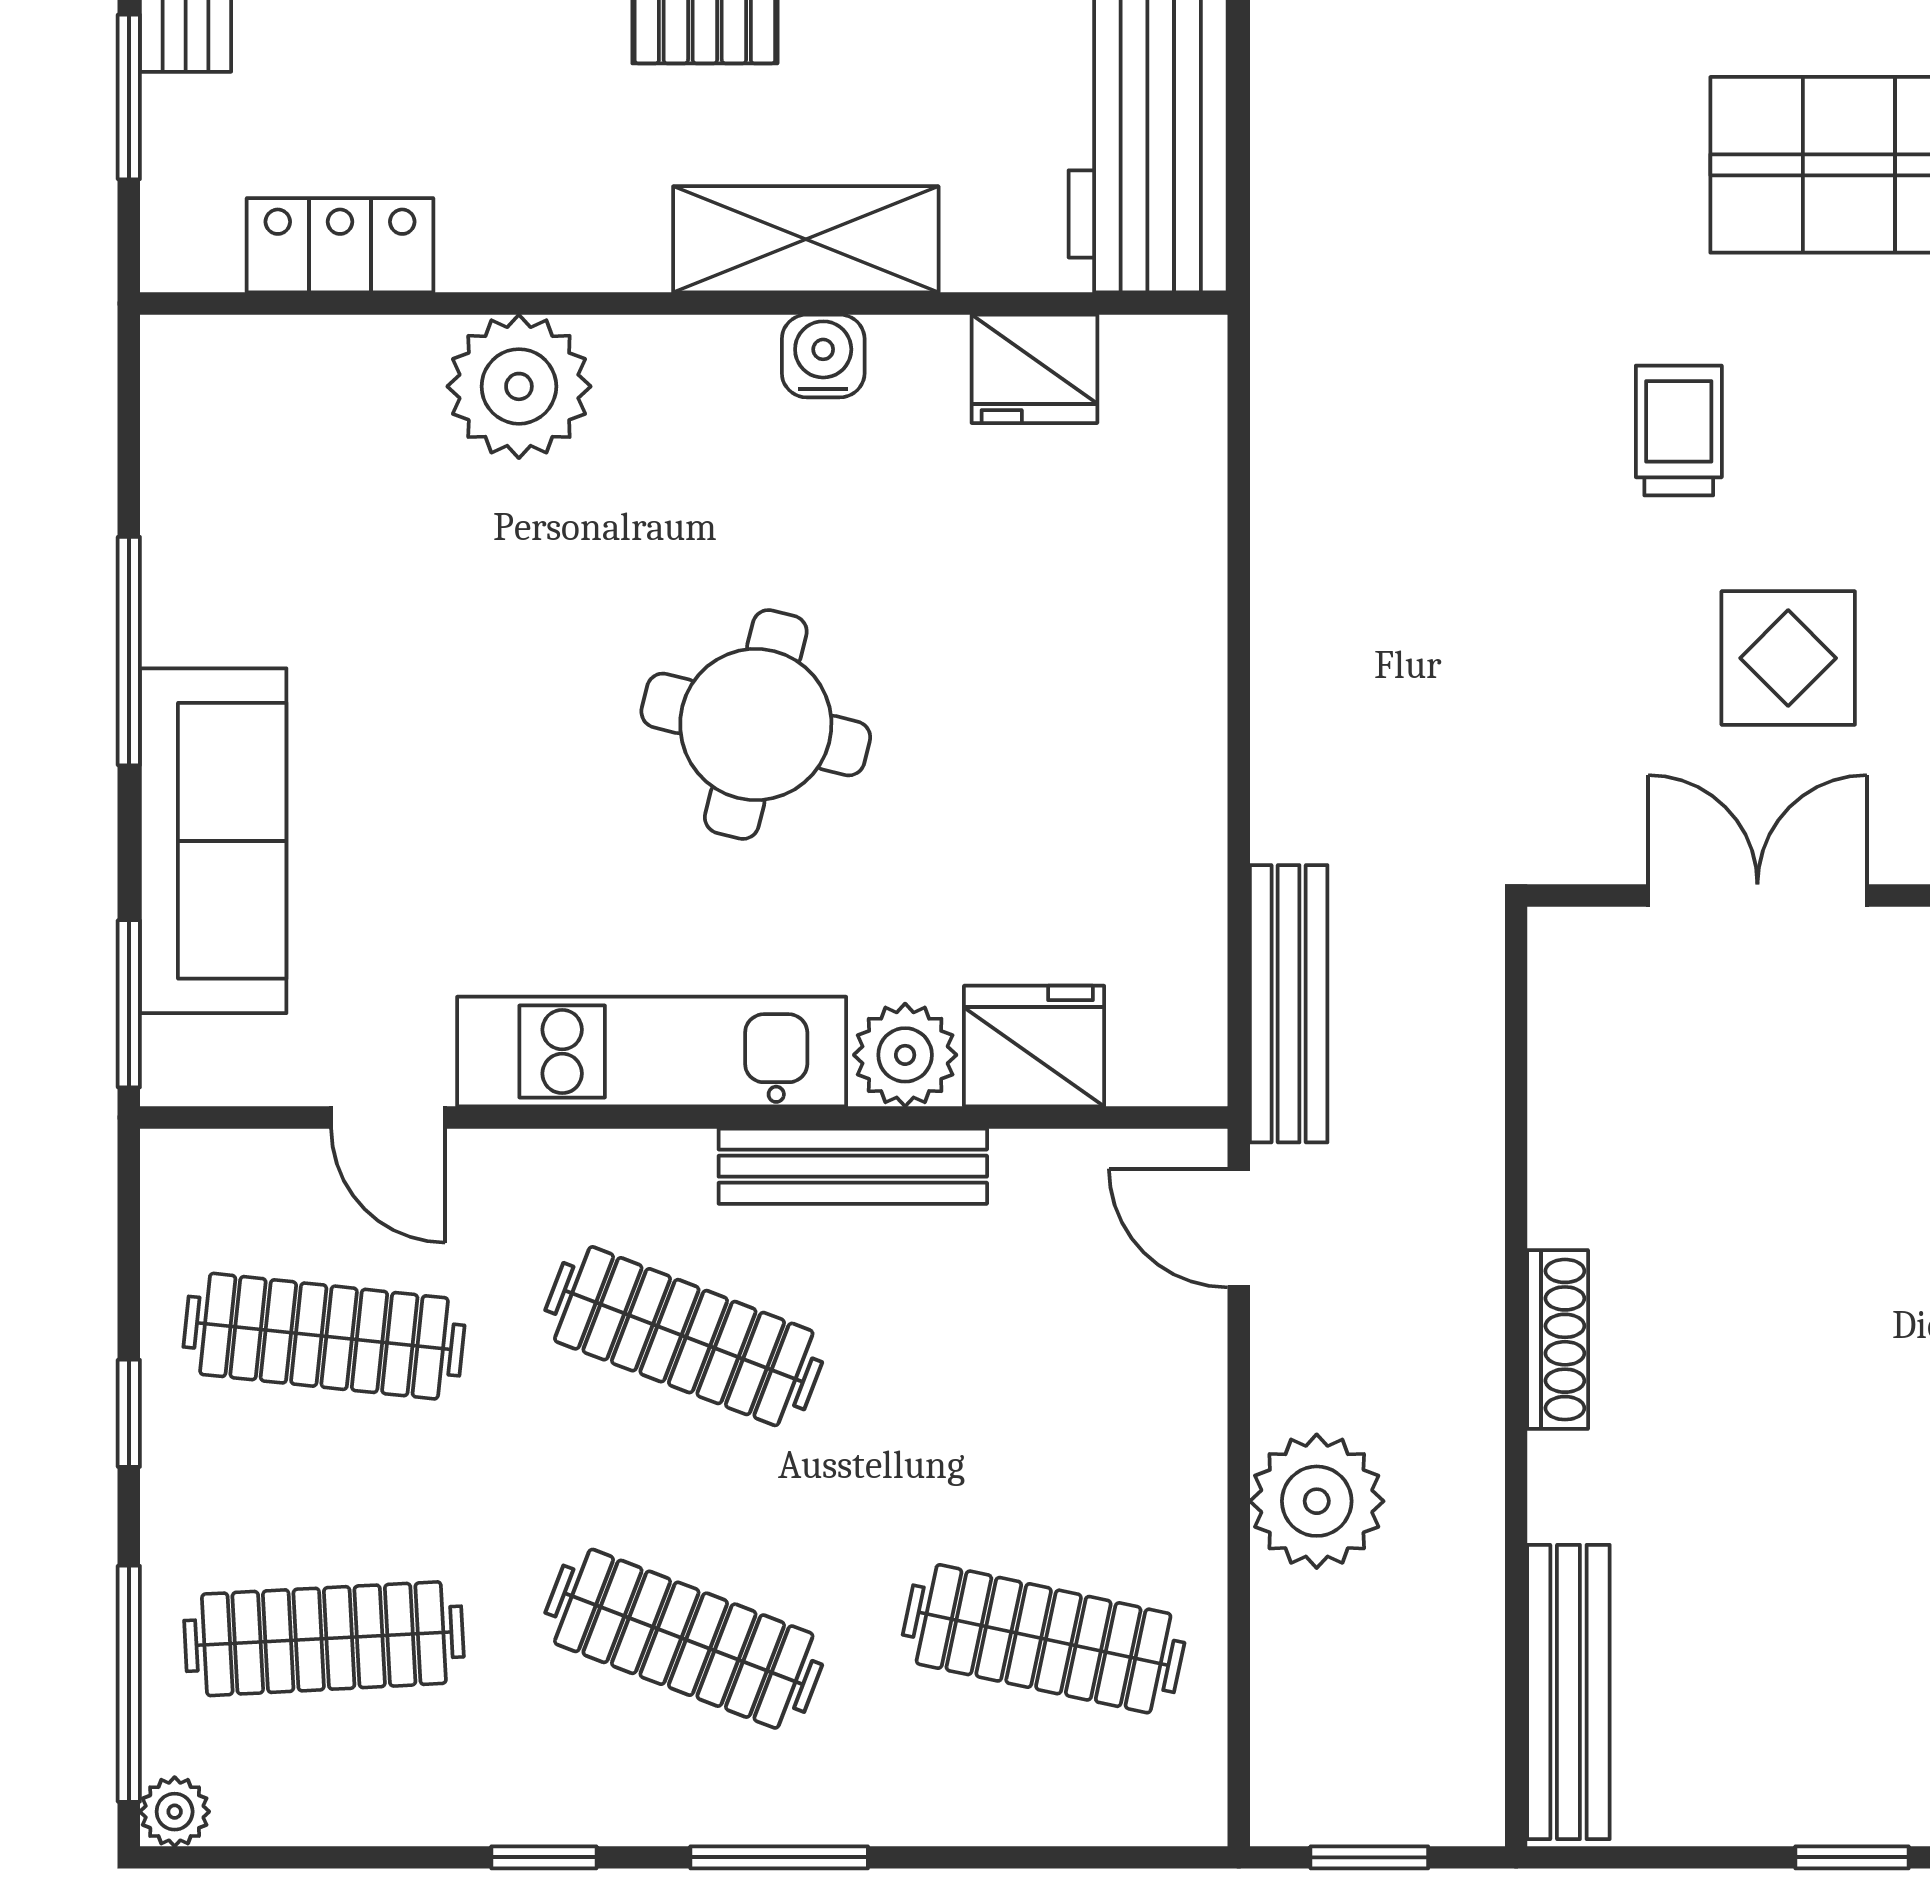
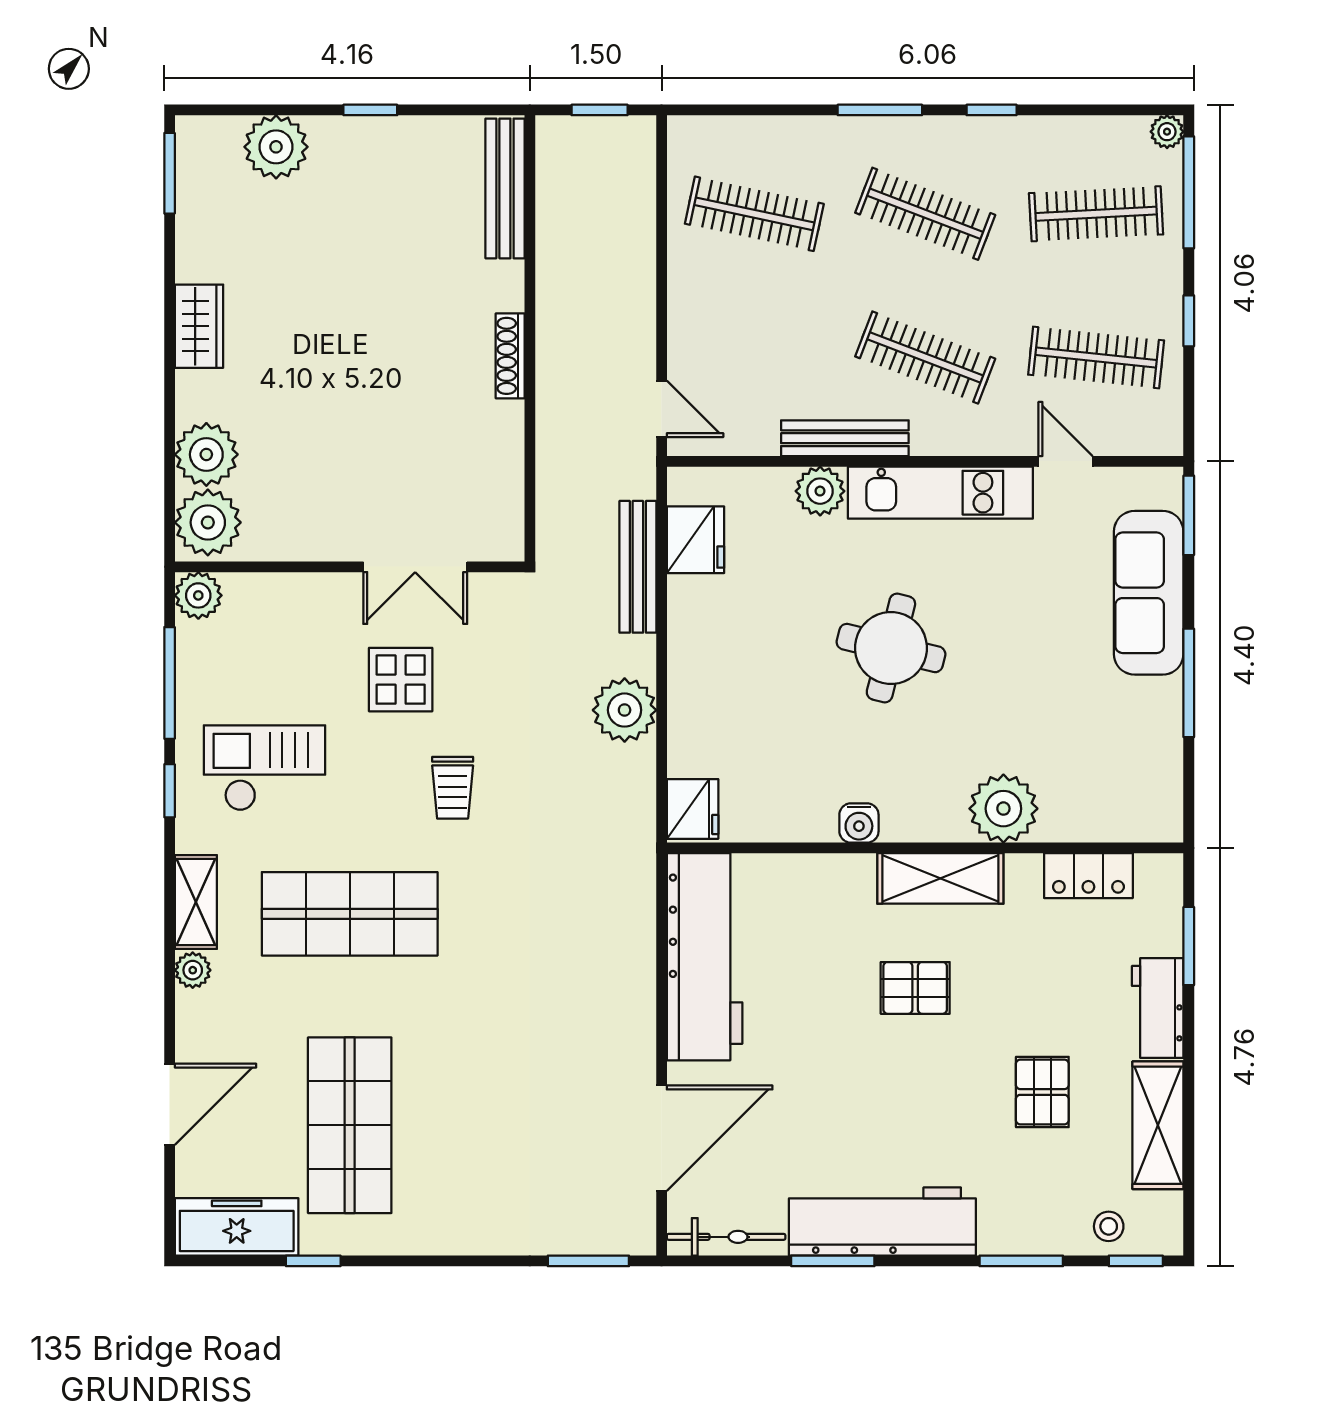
shelving: (806, 239) -> (940, 878), moved
fridge: (1034, 369) -> (693, 809), moved, turned 90
bench: (1289, 1004) -> (638, 567), moved
fridge: (1034, 1046) -> (696, 540), moved, turned -90
plant: (1317, 1501) -> (625, 710), moved

